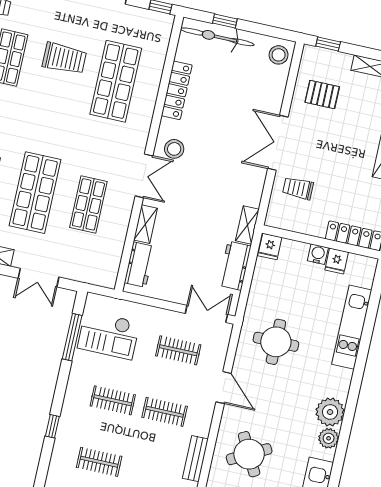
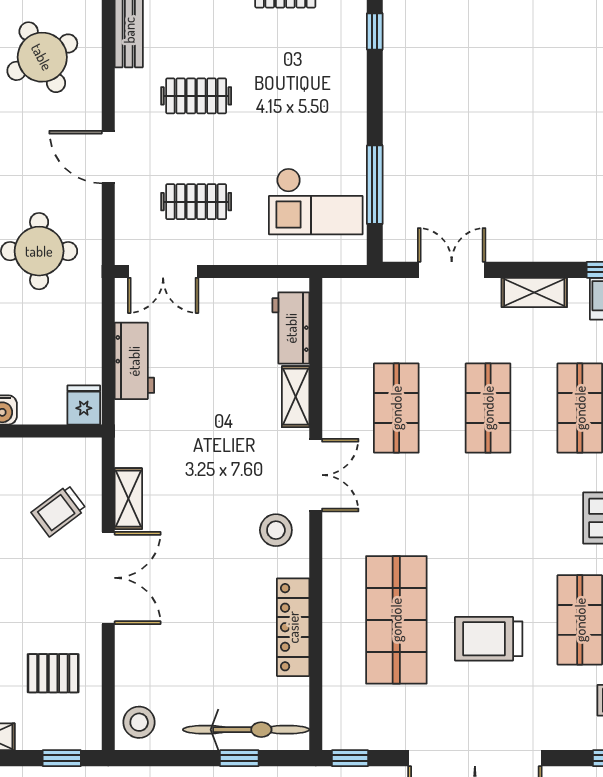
double door: (144, 176) -> (316, 475), swing flipped
trolley: (298, 188) -> (59, 511), turned 143
shop shelf: (35, 193) -> (488, 408), width x0.70, depth x0.74
shelving: (247, 225) -> (128, 499), moved
checkout: (109, 335) -> (316, 201), turned 180
clothes rail: (113, 400) -> (285, 96), removed

